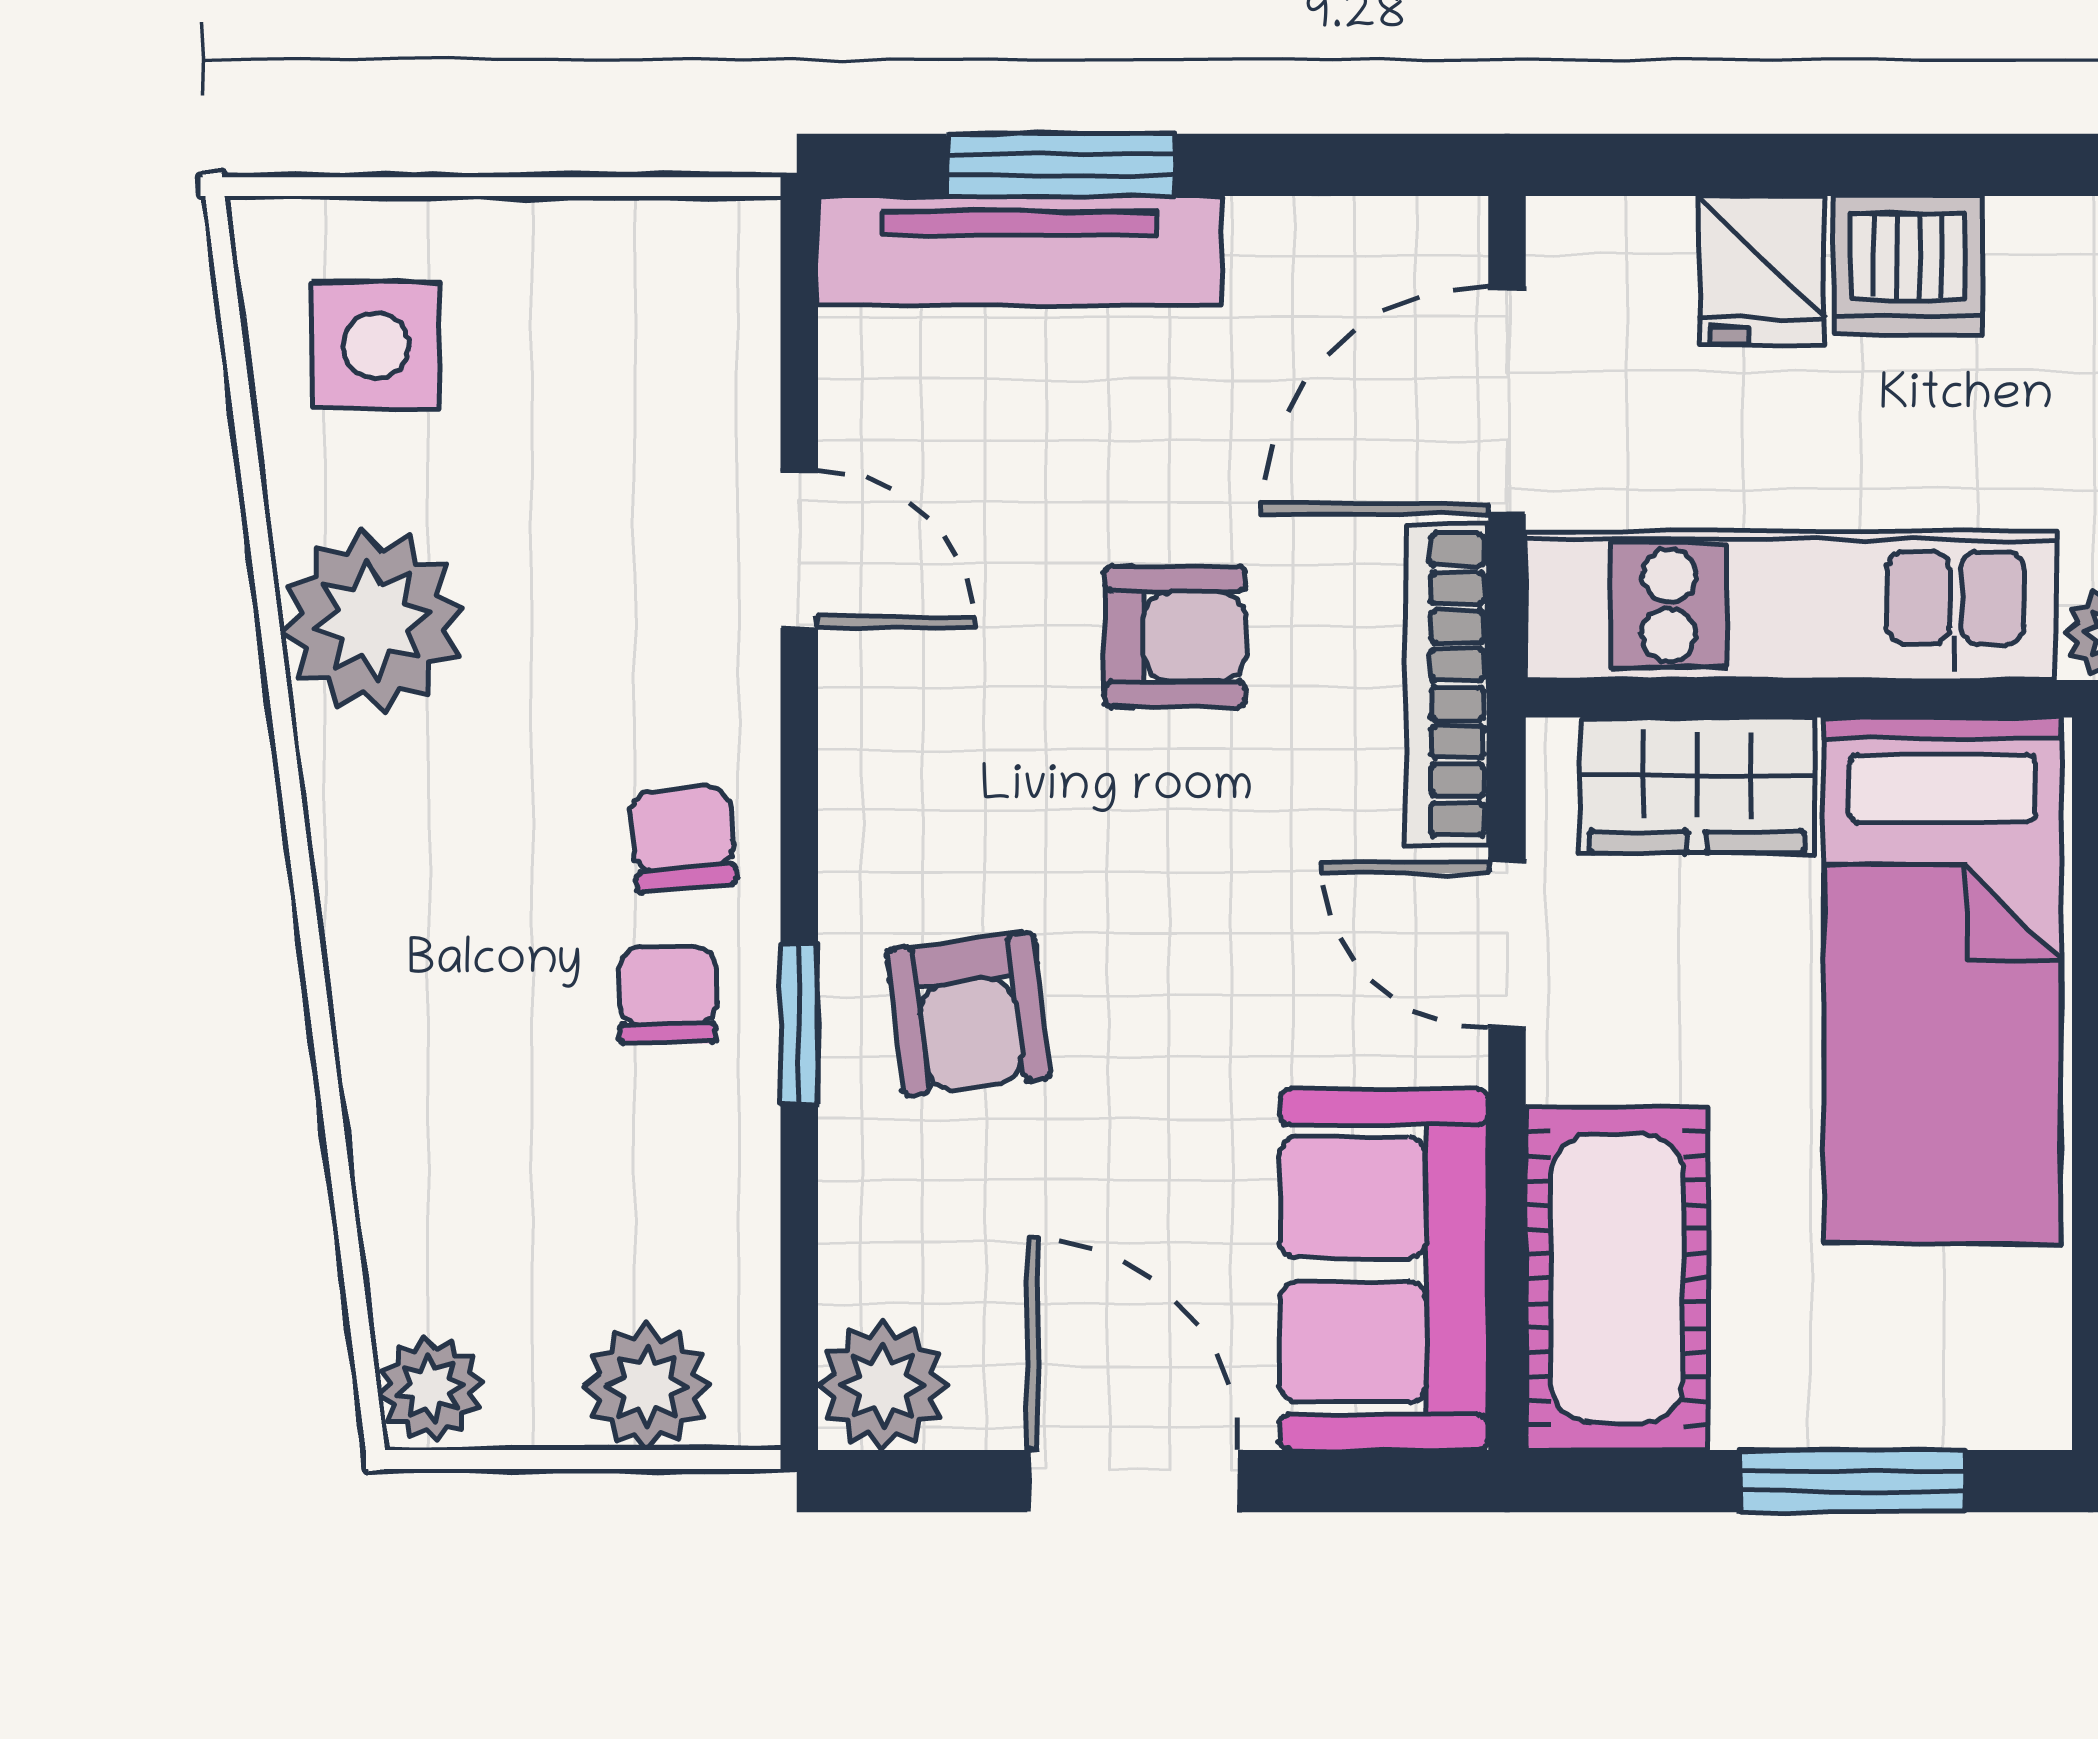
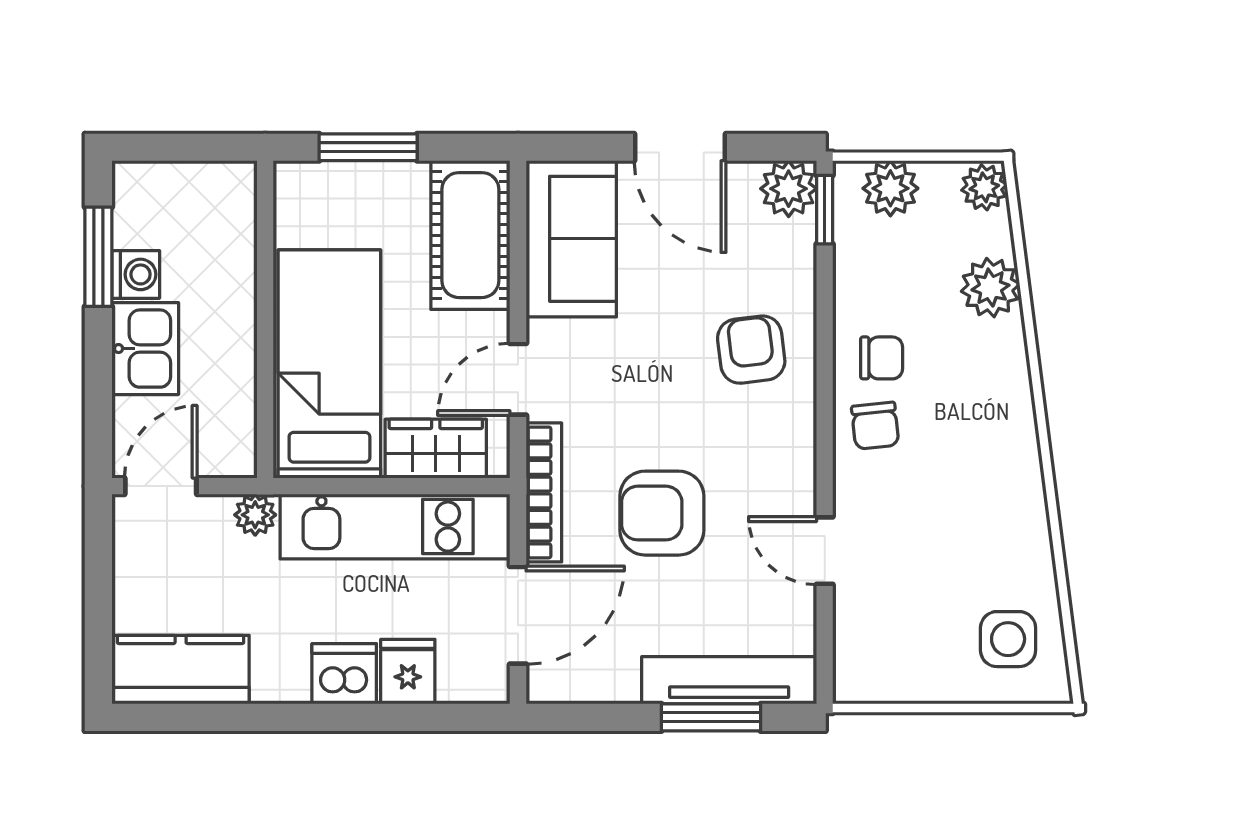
plant: (373, 621) -> (990, 288), moved, width x0.73, depth x0.73
armchair: (1175, 637) -> (662, 513), width x1.38, depth x1.38
door: (1507, 945) -> (518, 379), swing flipped
chair: (668, 995) -> (882, 358), turned -90
window: (799, 1025) -> (825, 210), moved

